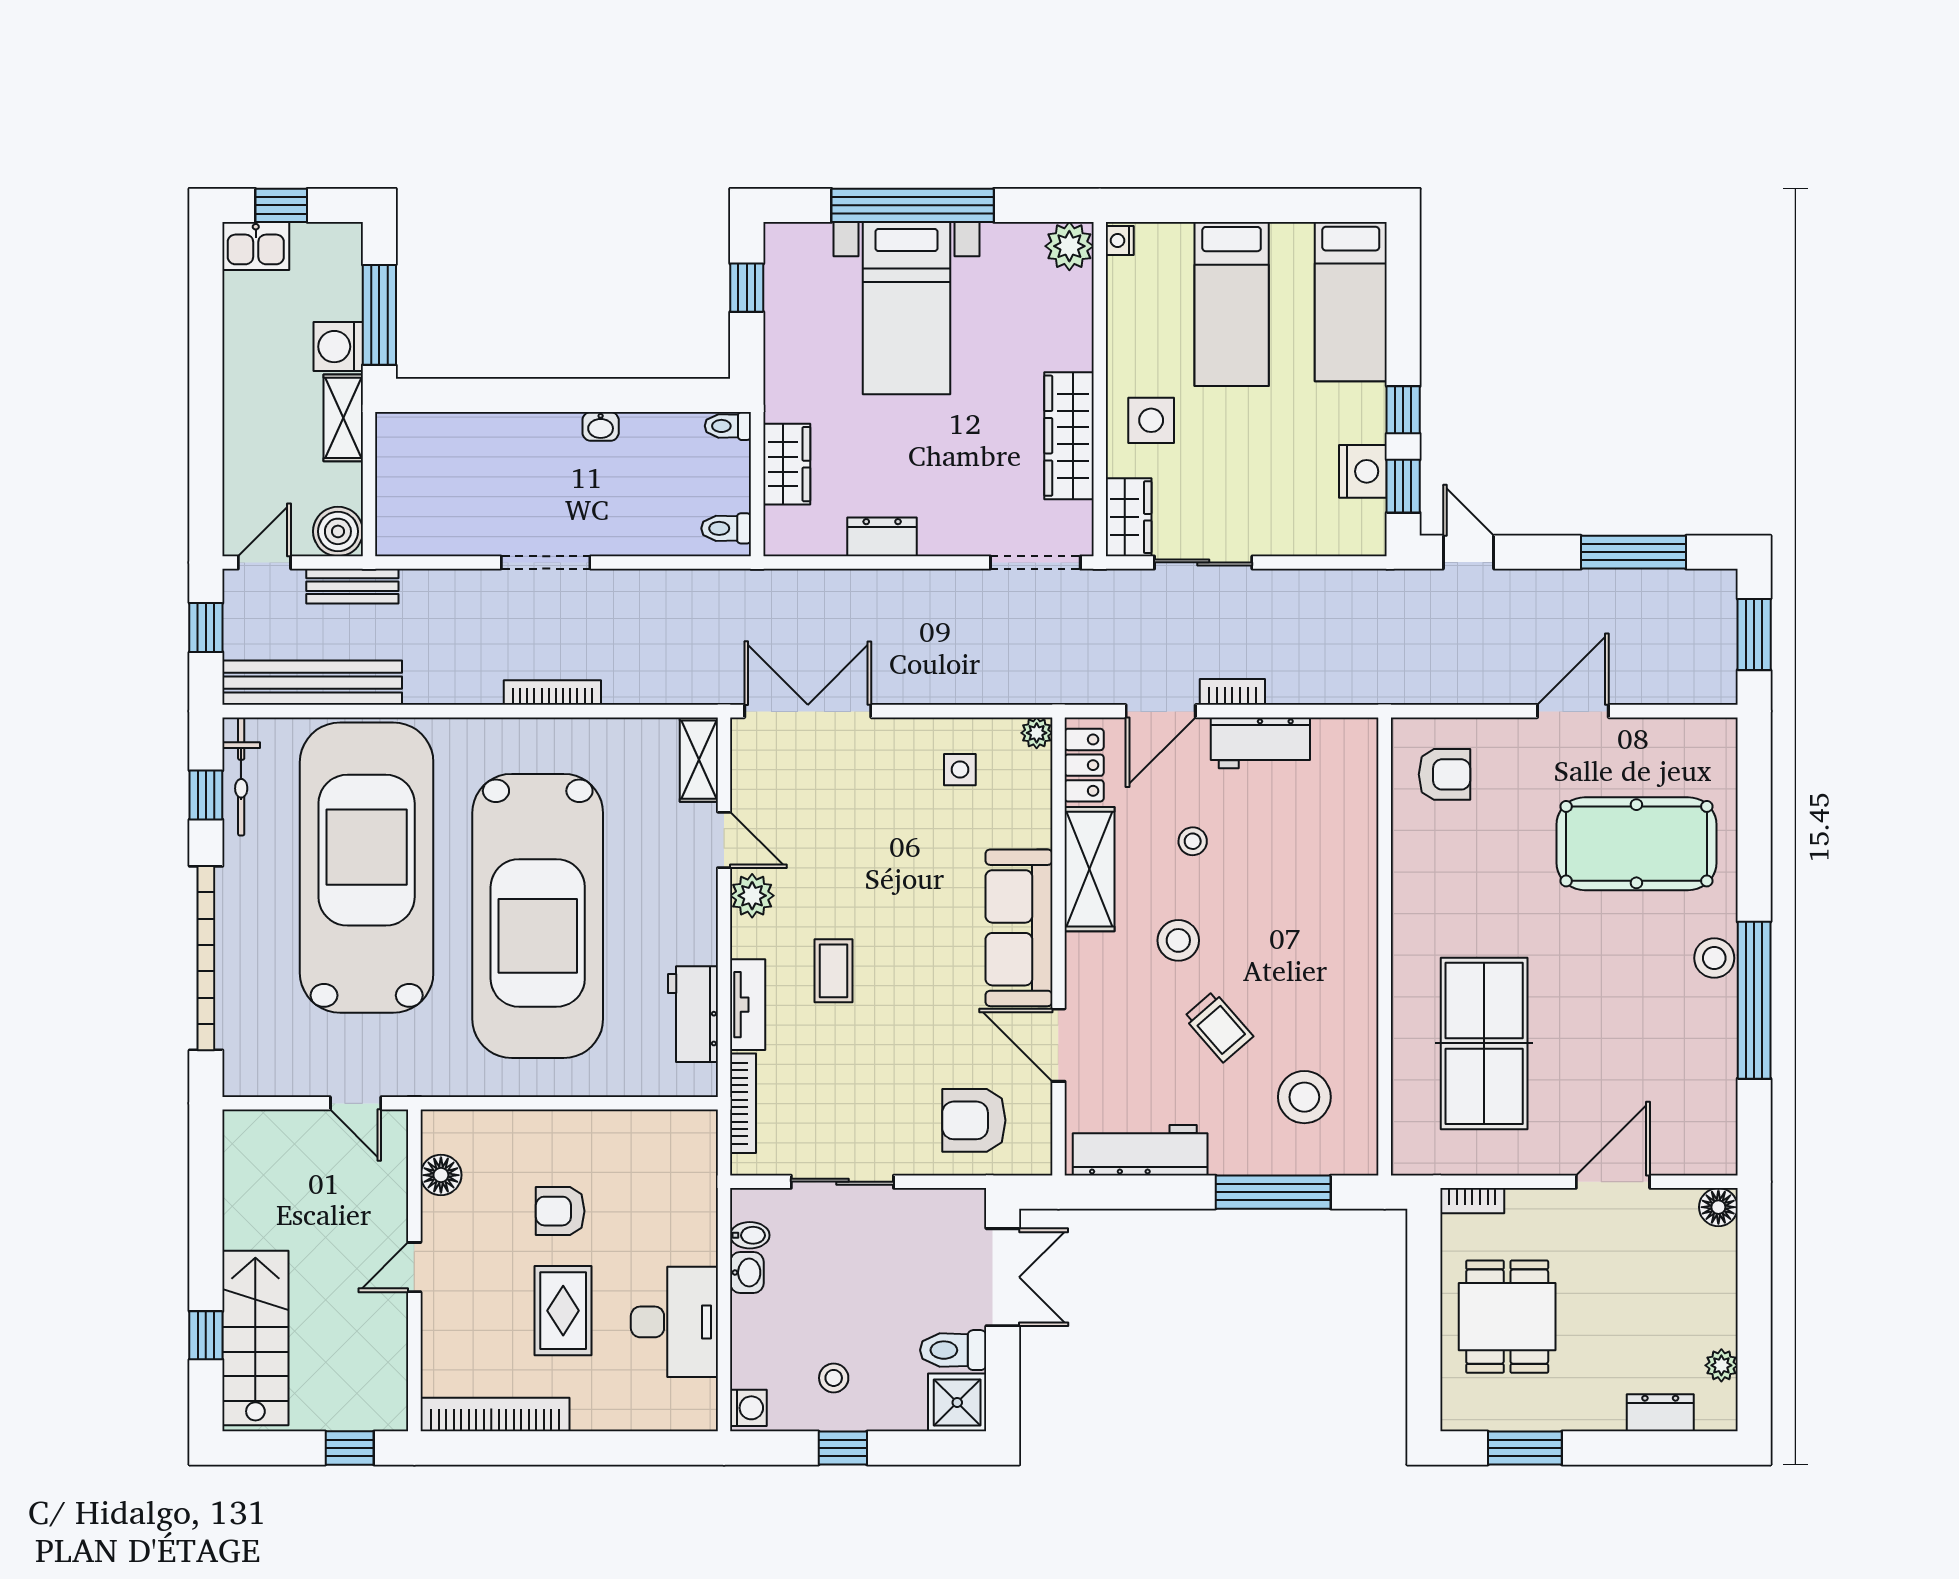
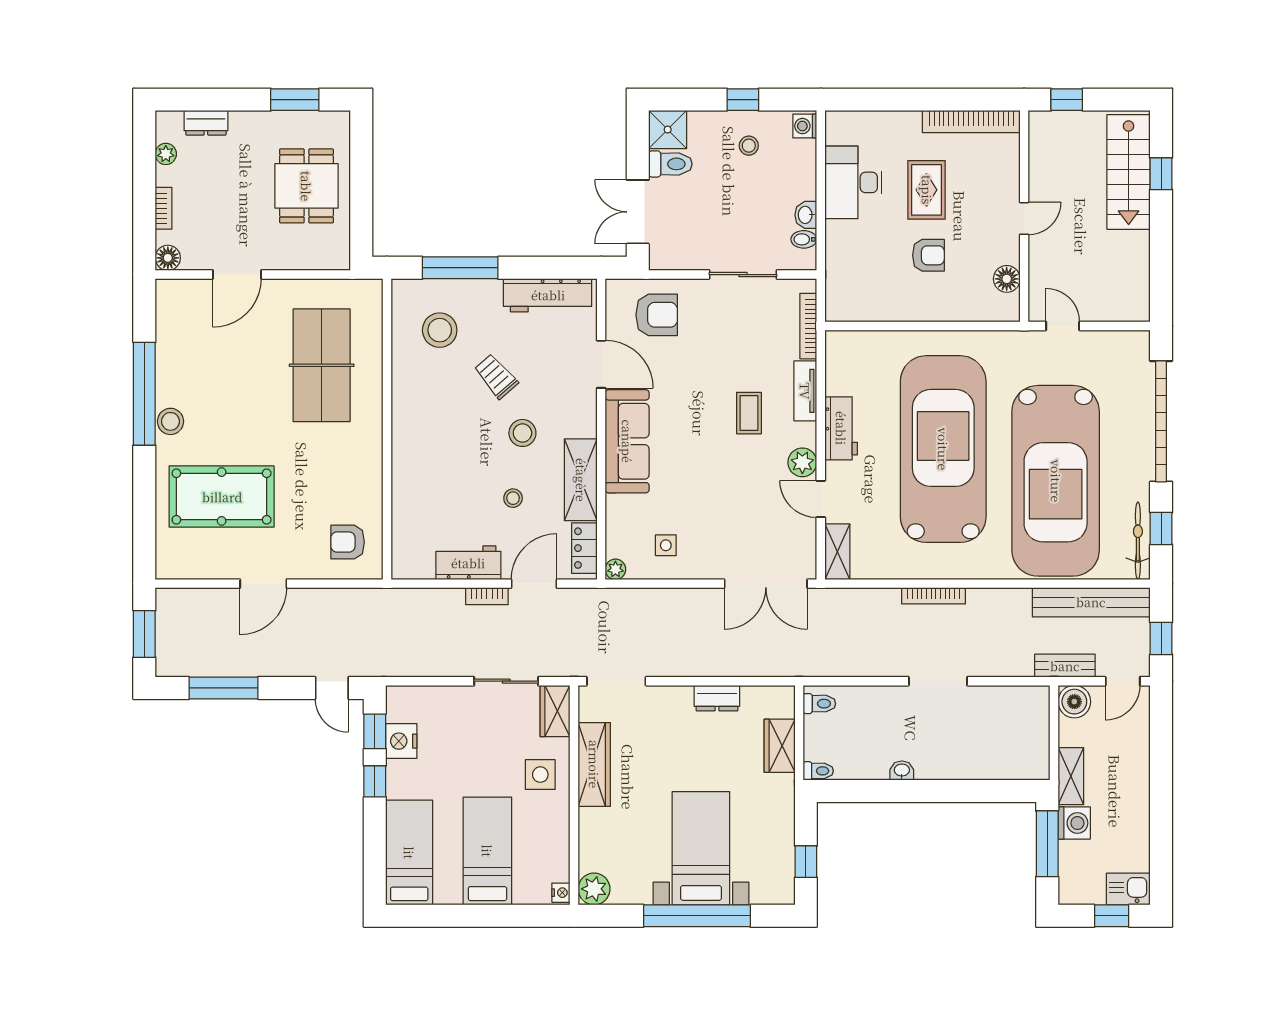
workbench: (693, 1014) -> (841, 428), moved
bookcase: (1472, 1201) -> (164, 208), moved, turned 90

